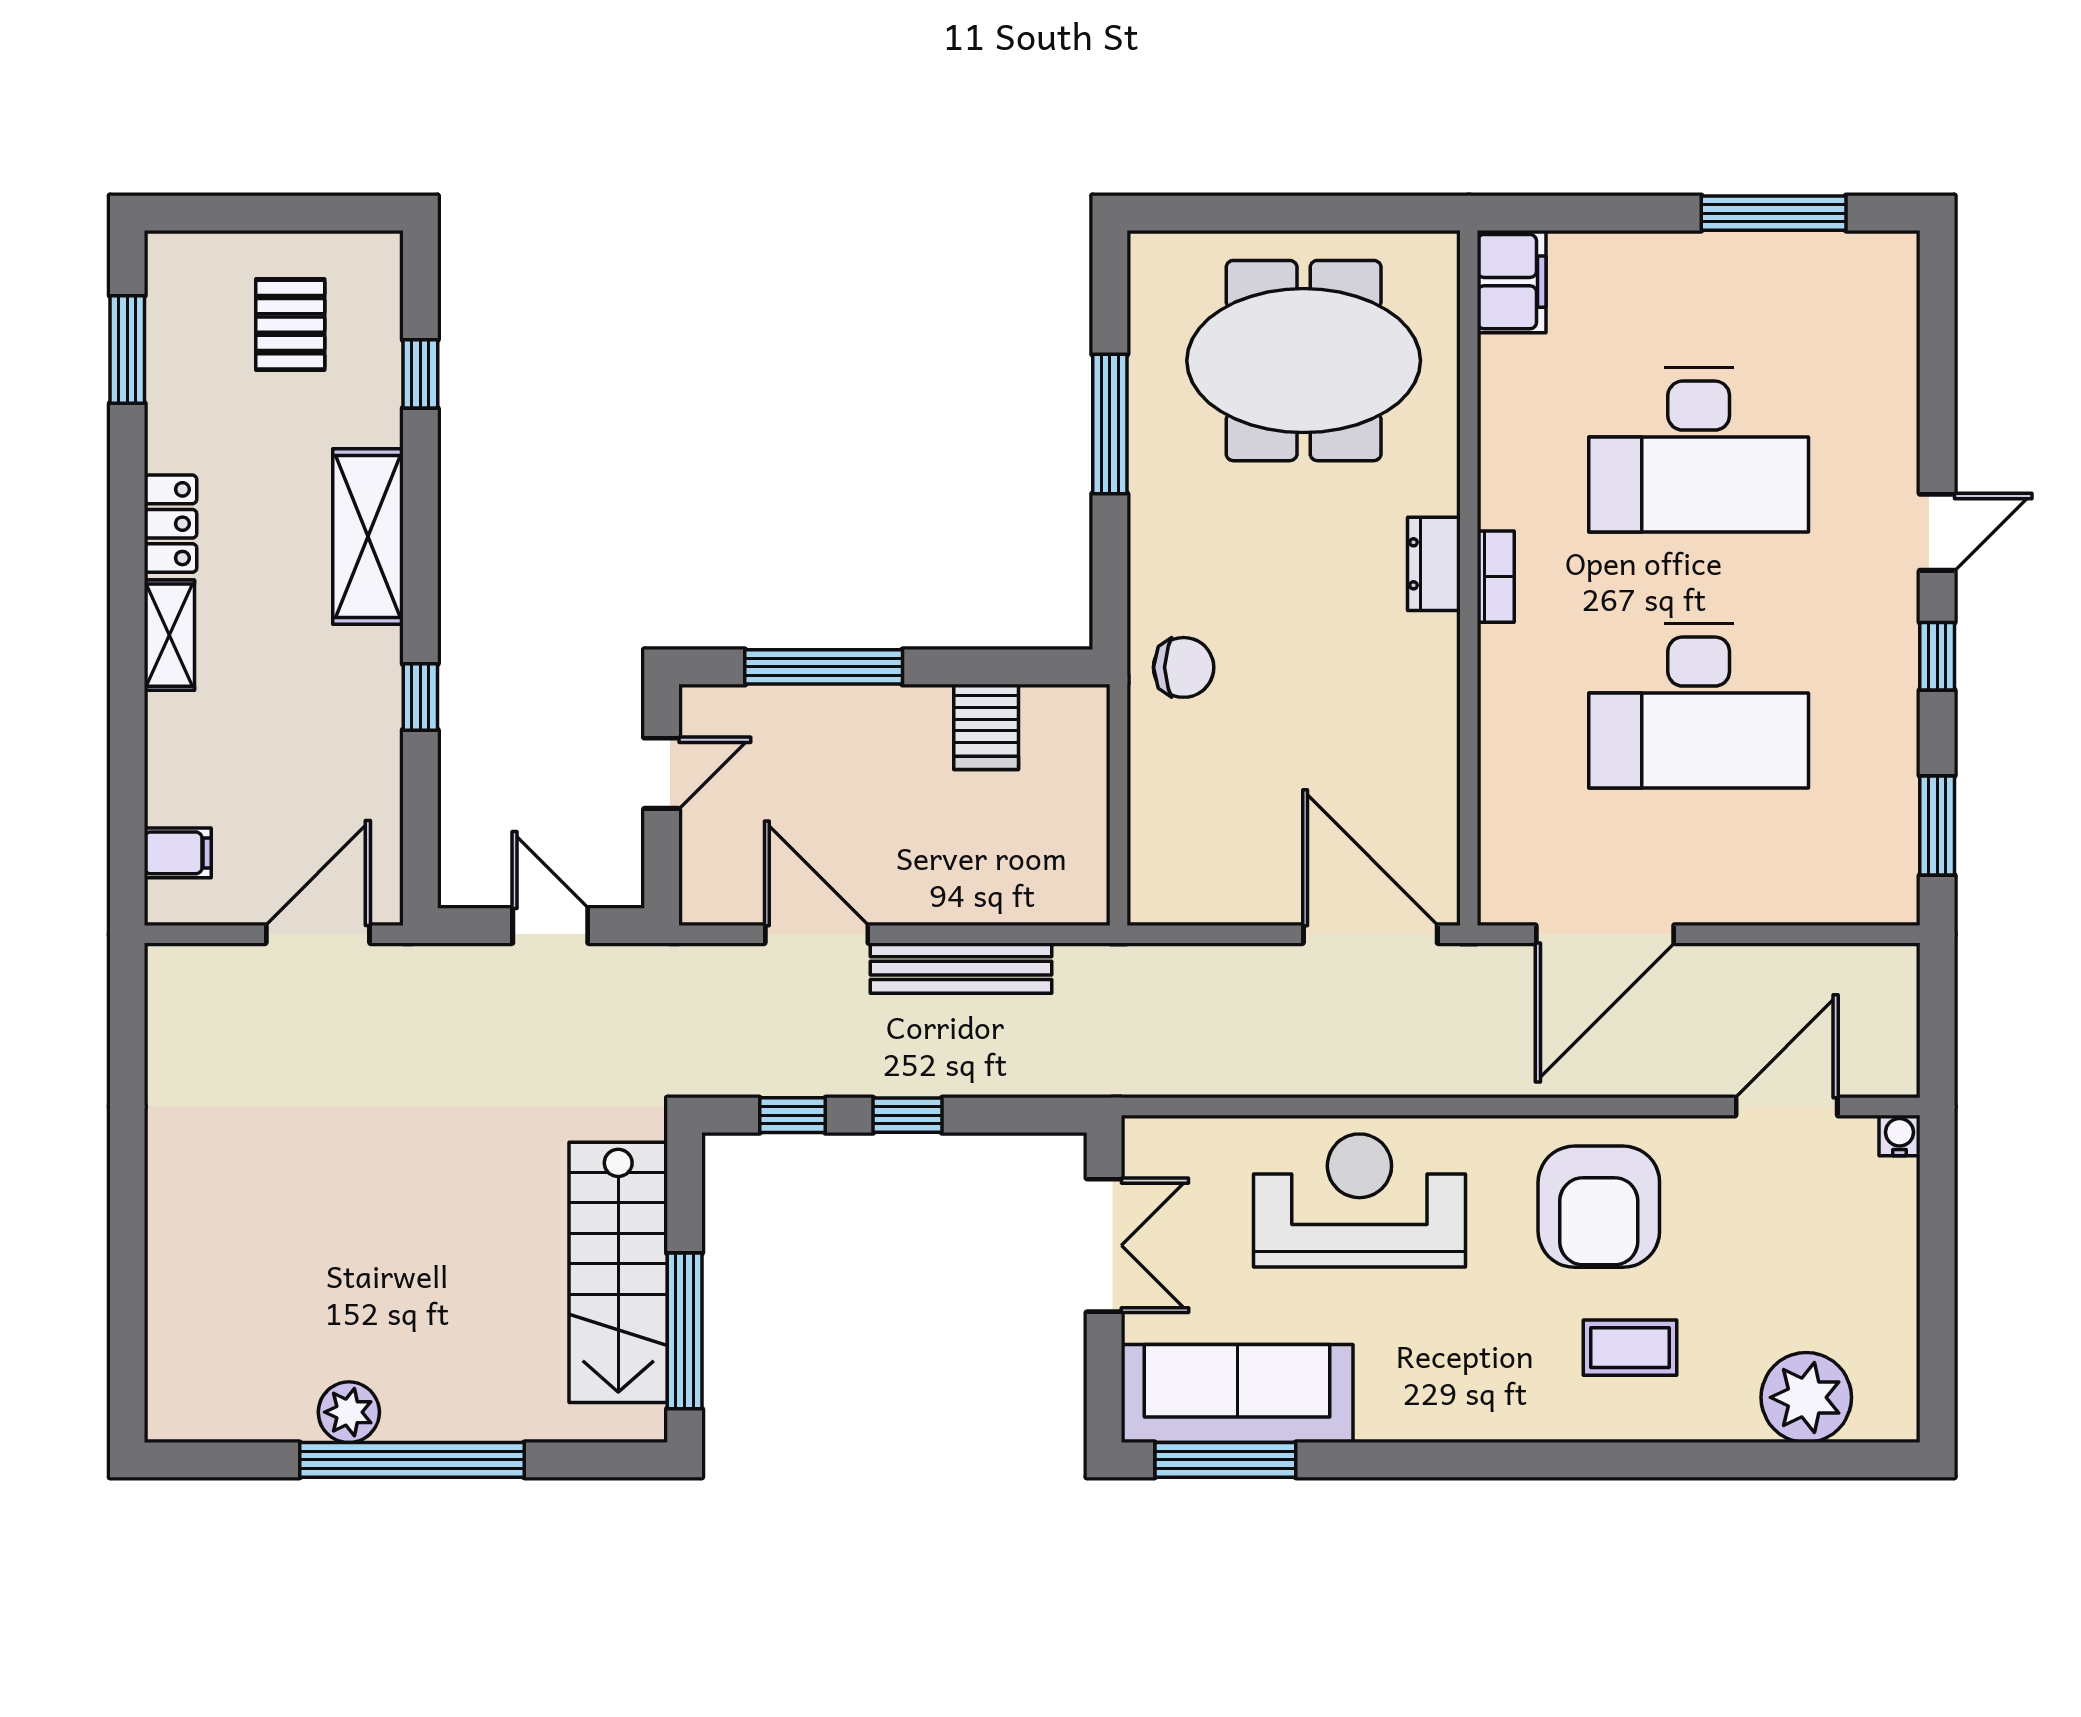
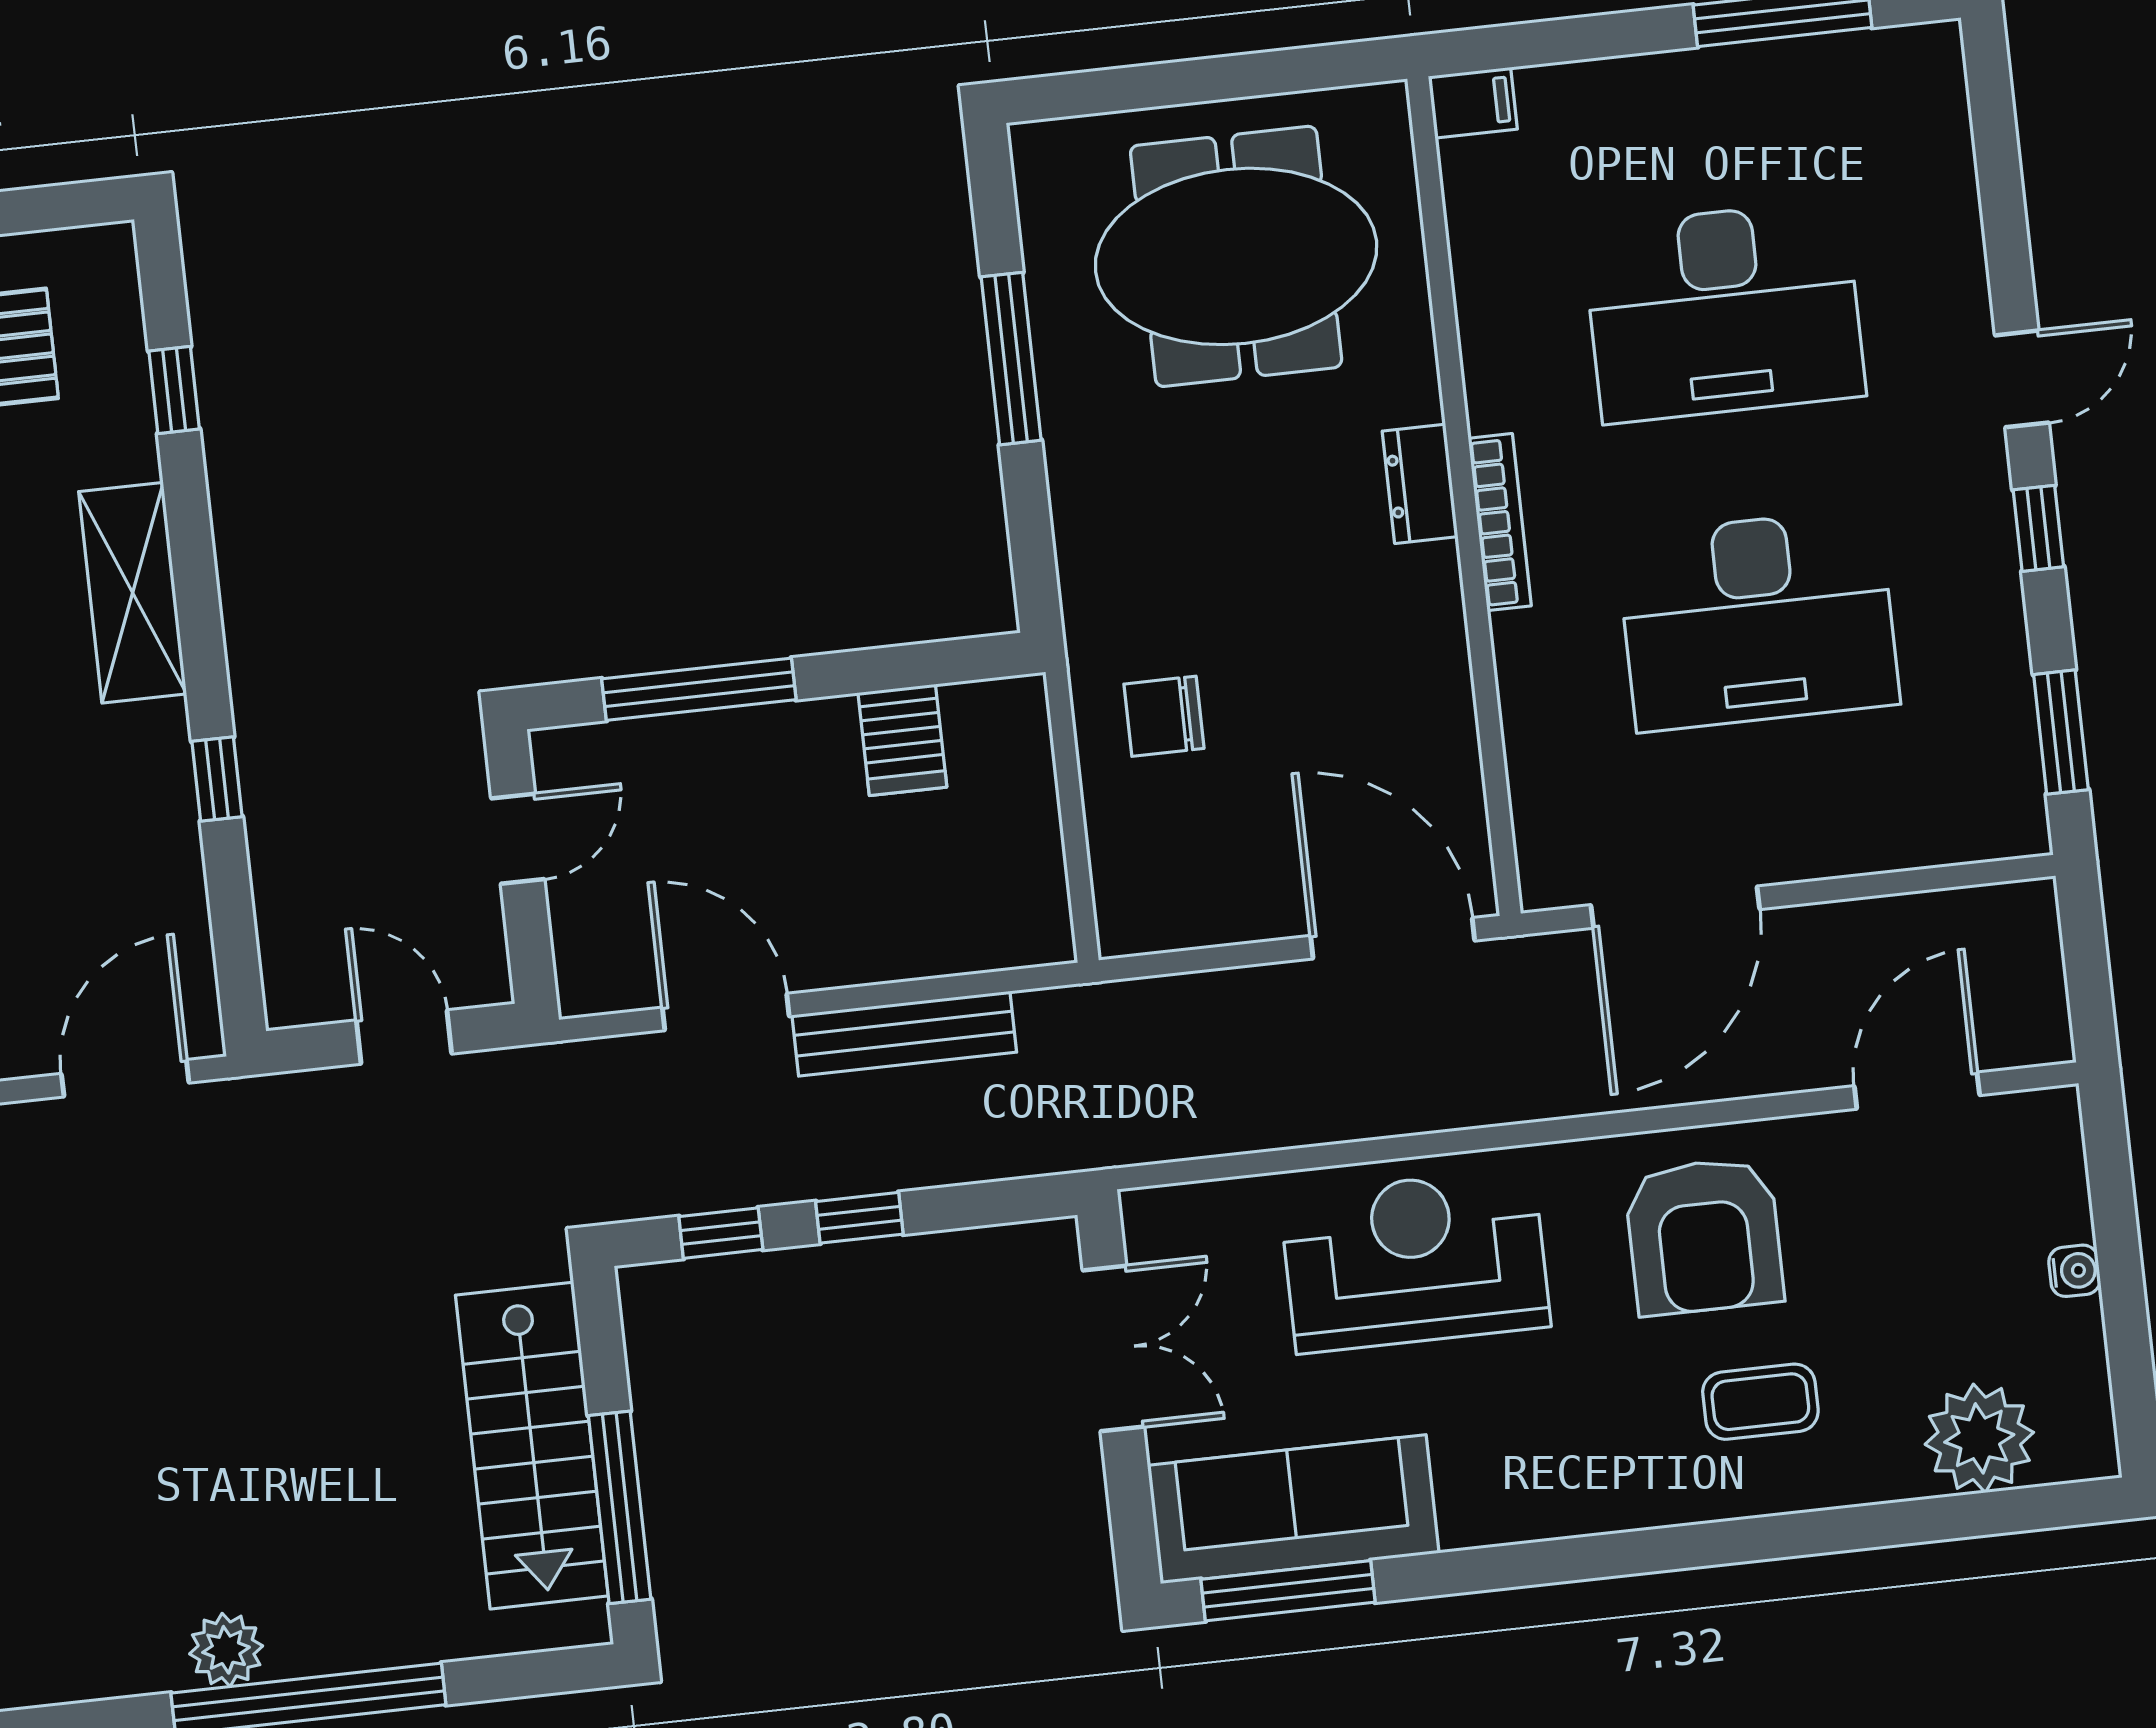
filing cabinet: (1512, 282) -> (1473, 103), width x0.50
bookcase: (1496, 577) -> (1500, 522), width x1.56
chair: (1184, 667) -> (1164, 716), moved, turned 180
water cooler: (1900, 1136) -> (2074, 1271), moved, turned 90

